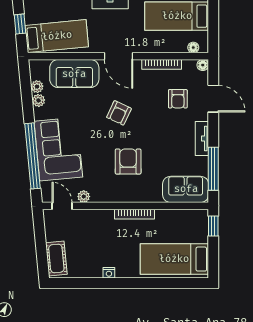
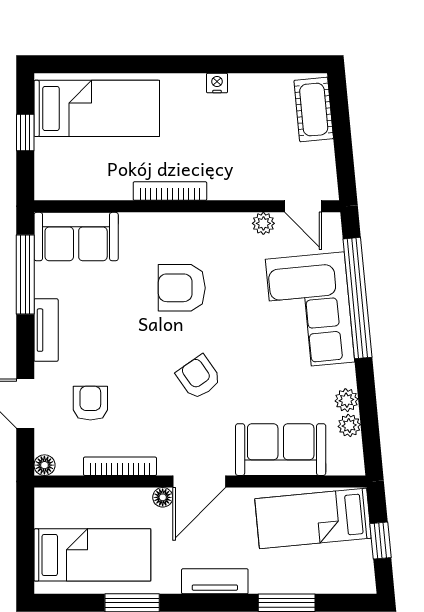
floor lamp: (193, 48) -> (163, 497), moved
door: (119, 56) -> (199, 481), swing flipped
armchair: (119, 113) -> (199, 377), turned -60
armchair: (128, 162) -> (182, 288), turned 90
window: (213, 226) -> (25, 132), moved

